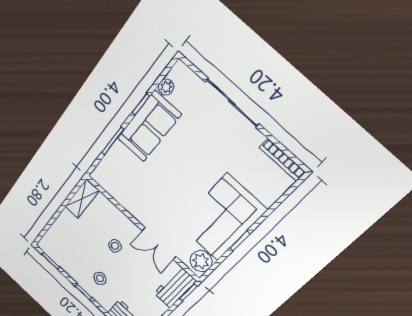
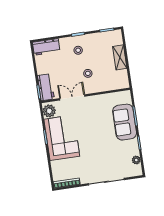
sofa: (149, 126) -> (125, 122), moved
shelving: (82, 199) -> (120, 57), moved

